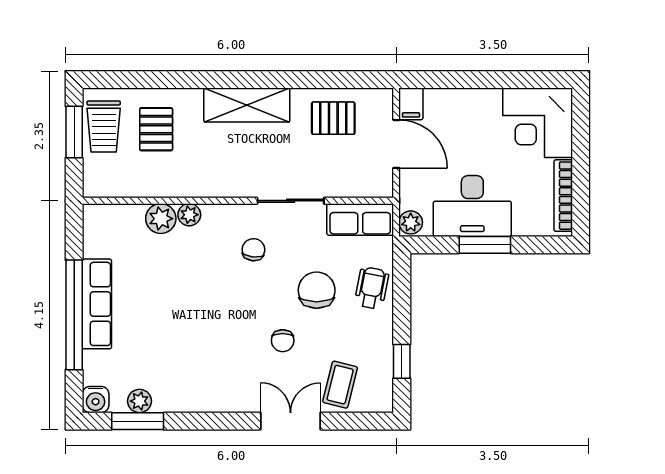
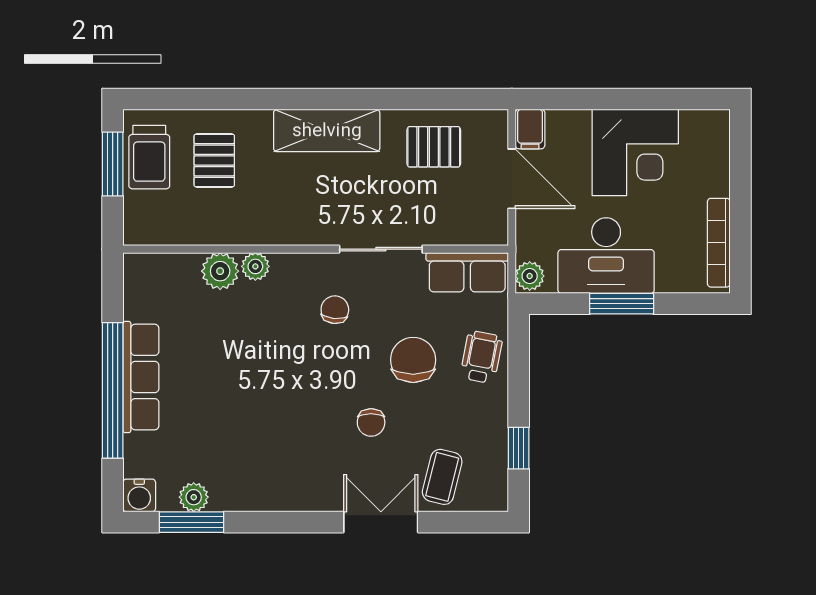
corner desk: (538, 123) -> (635, 152), moved, turned -90

